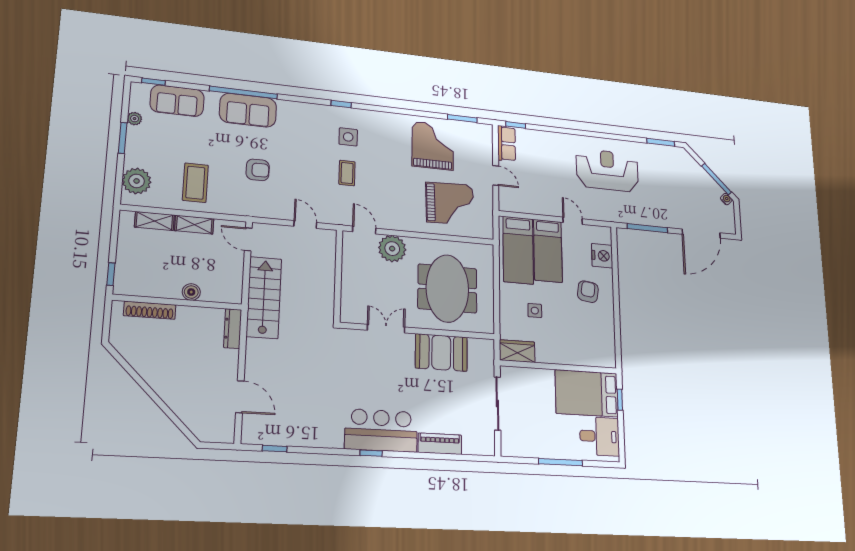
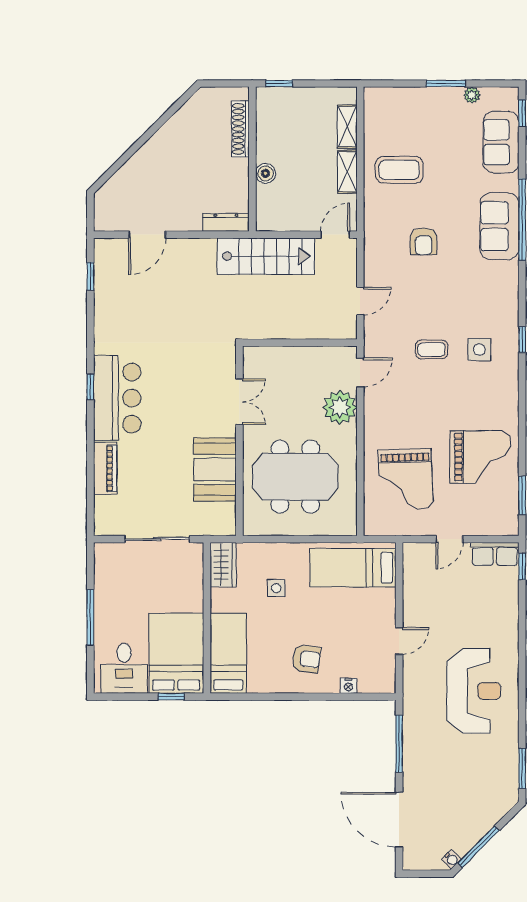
plant: (137, 181) -> (394, 103), removed
bed: (548, 251) -> (228, 653), moved, turned 90
nightstand: (602, 256) -> (349, 686), width x0.53, depth x0.56

